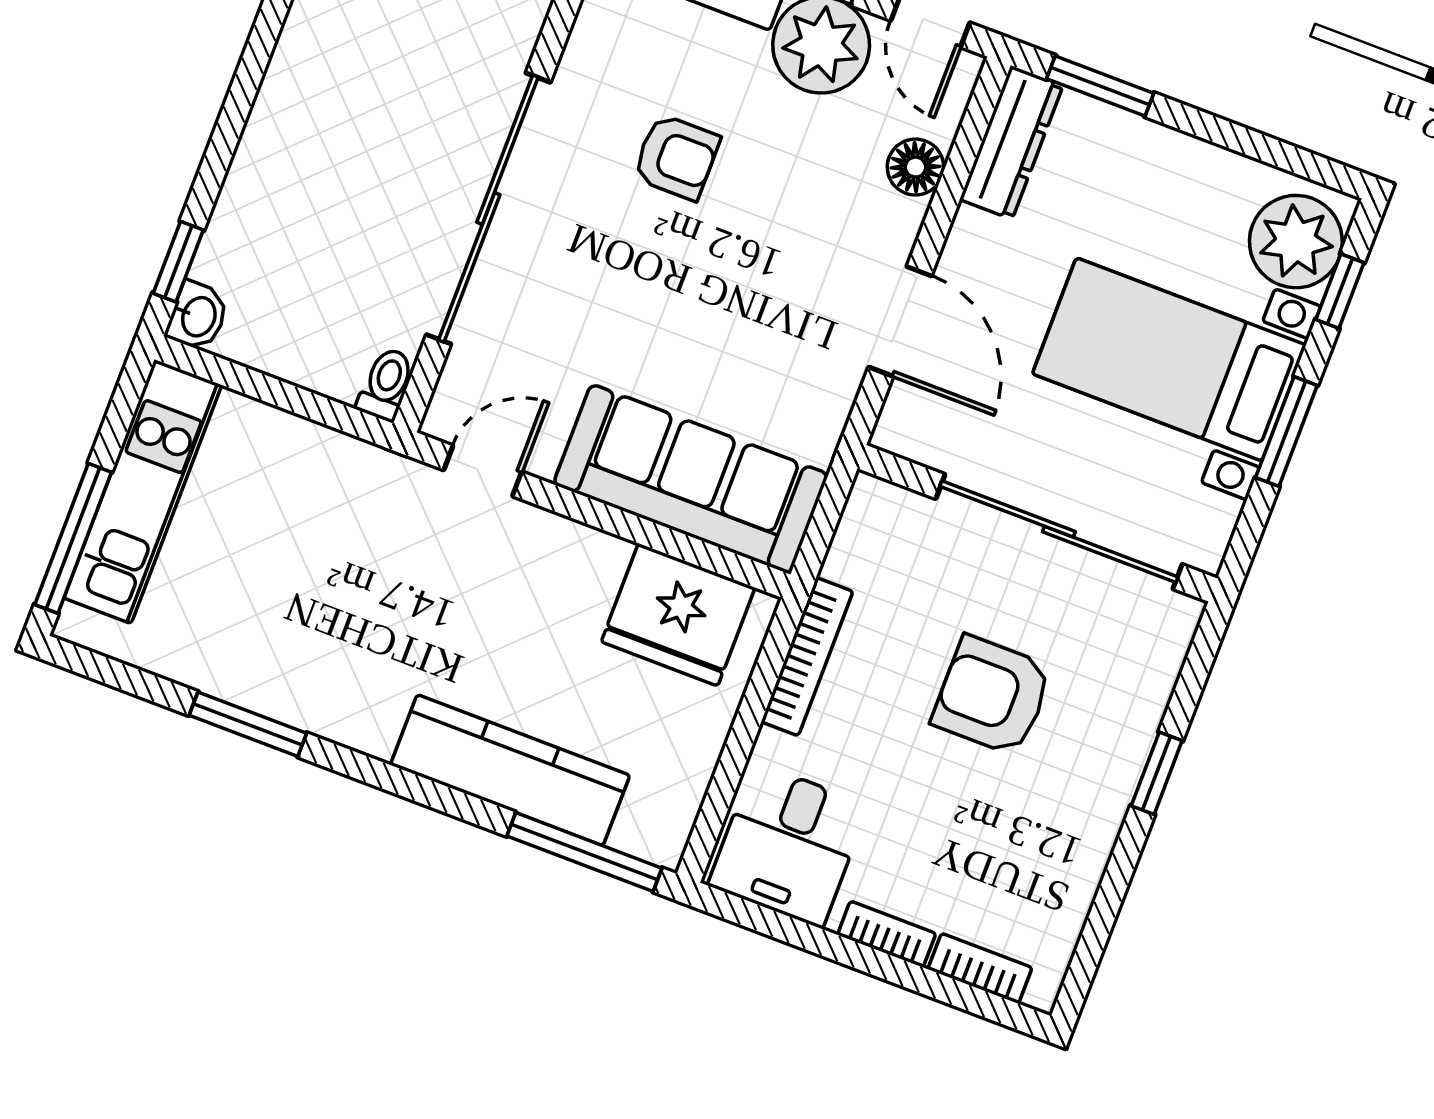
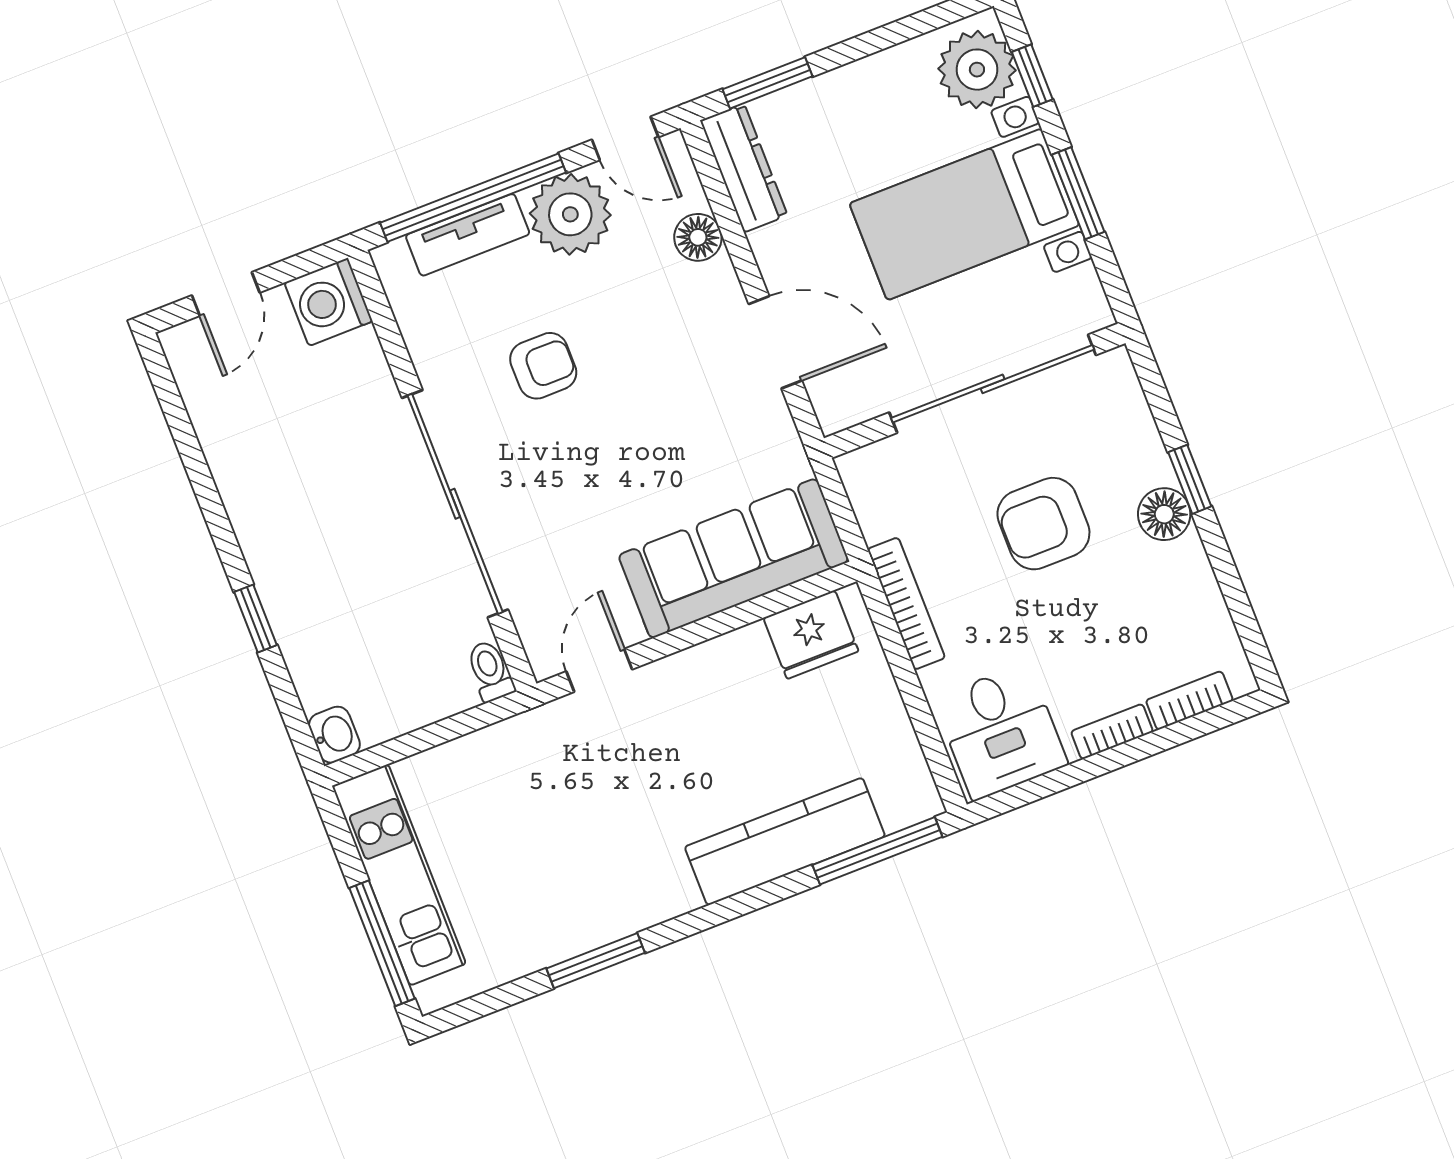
window: (178, 262) -> (255, 619), moved
fridge: (678, 615) -> (811, 635), width x0.73, depth x0.75
floor lamp: (1106, 784) -> (1164, 514), added

